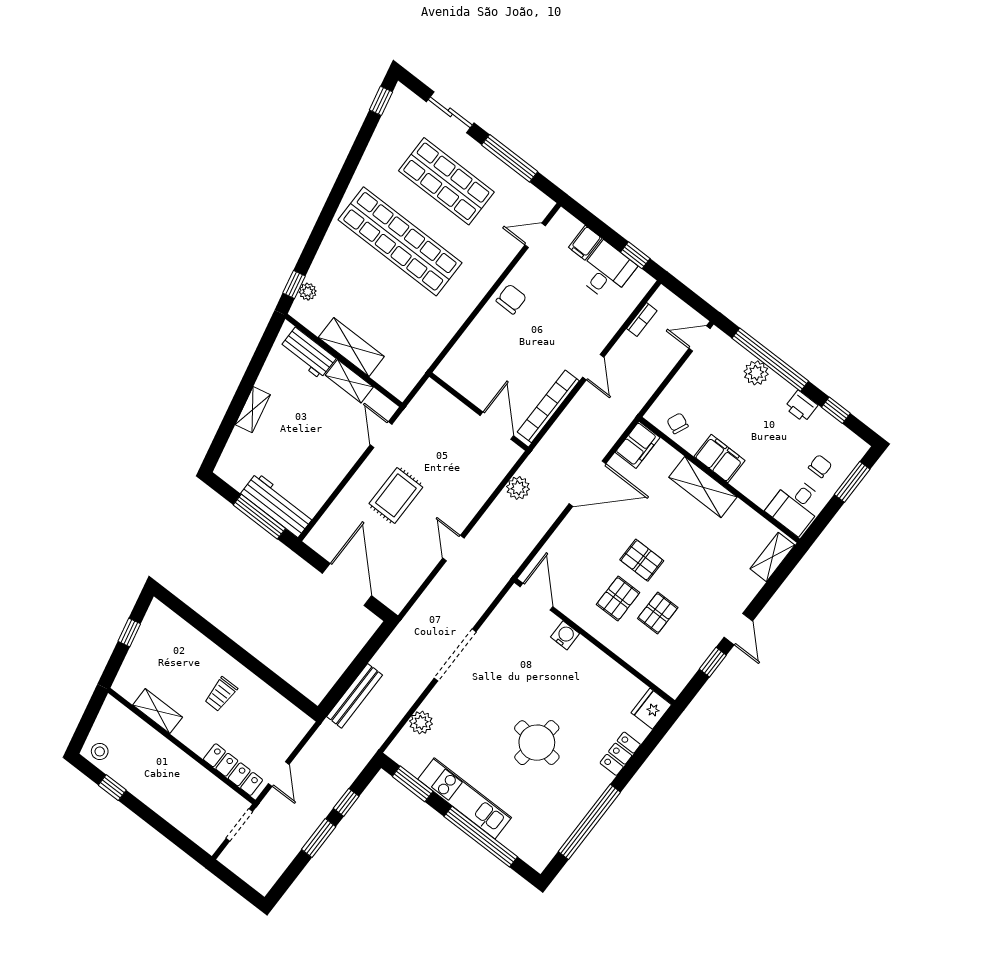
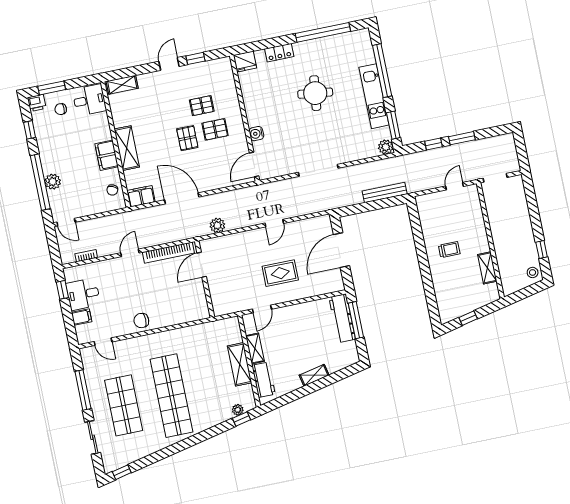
printer: (801, 406) -> (37, 103), moved, turned 90
plant: (421, 722) -> (386, 147), moved
locker: (233, 770) -> (475, 208), removed

